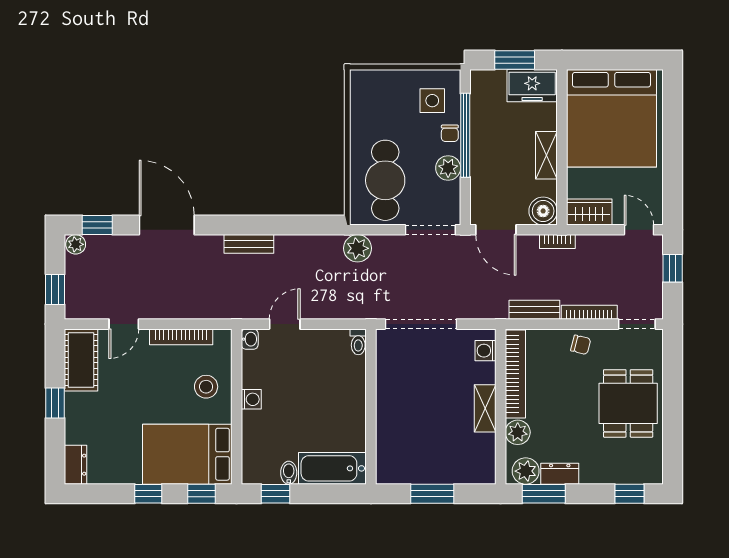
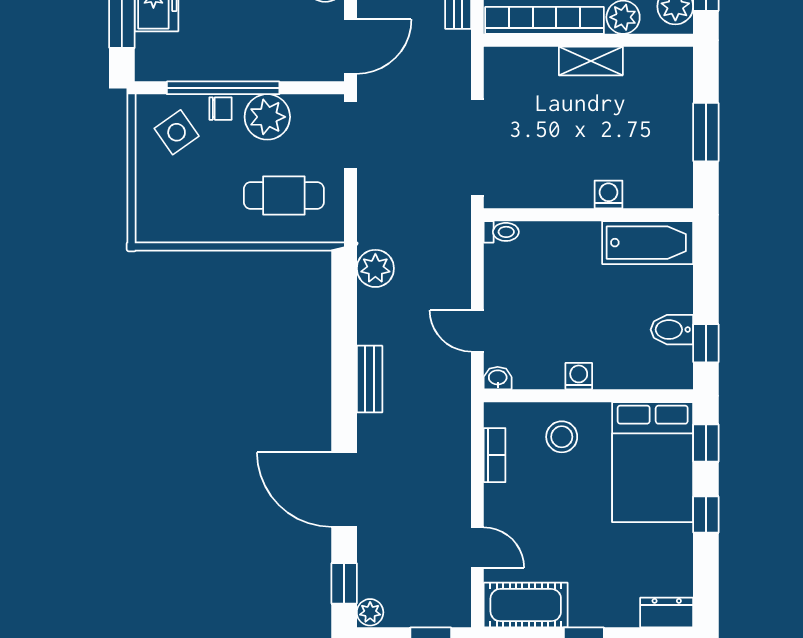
side table: (432, 101) -> (177, 132), turned -35
plant: (448, 168) -> (267, 117), width x1.36, depth x1.36
cafe table: (385, 180) -> (284, 196), width x0.73, depth x0.74
door: (167, 225) -> (344, 490), hinge flipped
plant: (358, 248) -> (375, 268), moved
bookcase: (181, 337) -> (495, 455), width x0.64
washing machine: (486, 351) -> (608, 195), moved, turned 180
bathtub: (332, 468) -> (648, 243), moved, turned -90
bidet: (289, 473) -> (672, 330), width x1.38, depth x1.36

